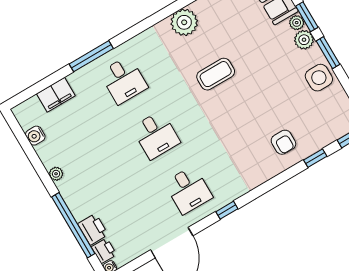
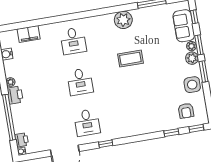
window: (91, 56) -> (59, 19), removed
armchair: (283, 142) -> (186, 111), moved
printer: (93, 229) -> (15, 95), moved

